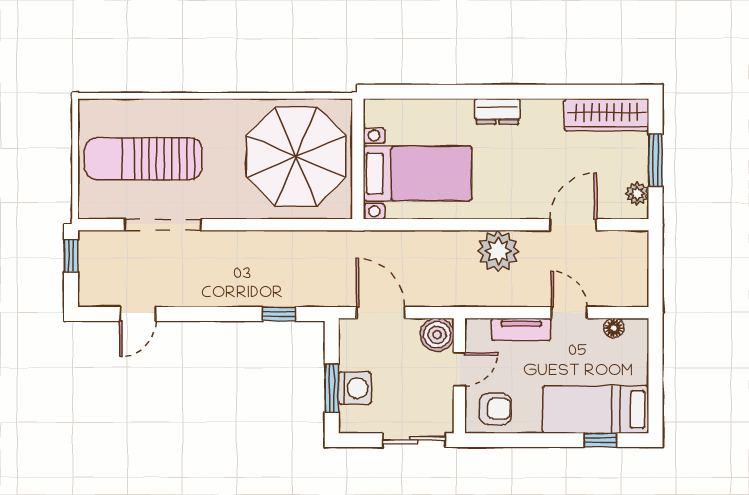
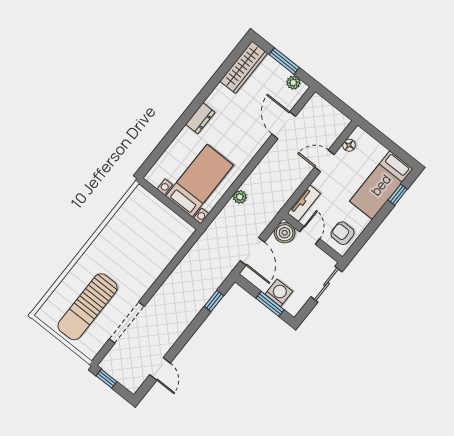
parasol: (296, 156) -> (145, 232), removed
plant: (498, 251) -> (240, 197), moved, width x0.53, depth x0.53
door: (381, 313) -> (252, 251), swing flipped
tv unit: (521, 329) -> (304, 203), moved
armchair: (495, 409) -> (342, 233), turned -90

